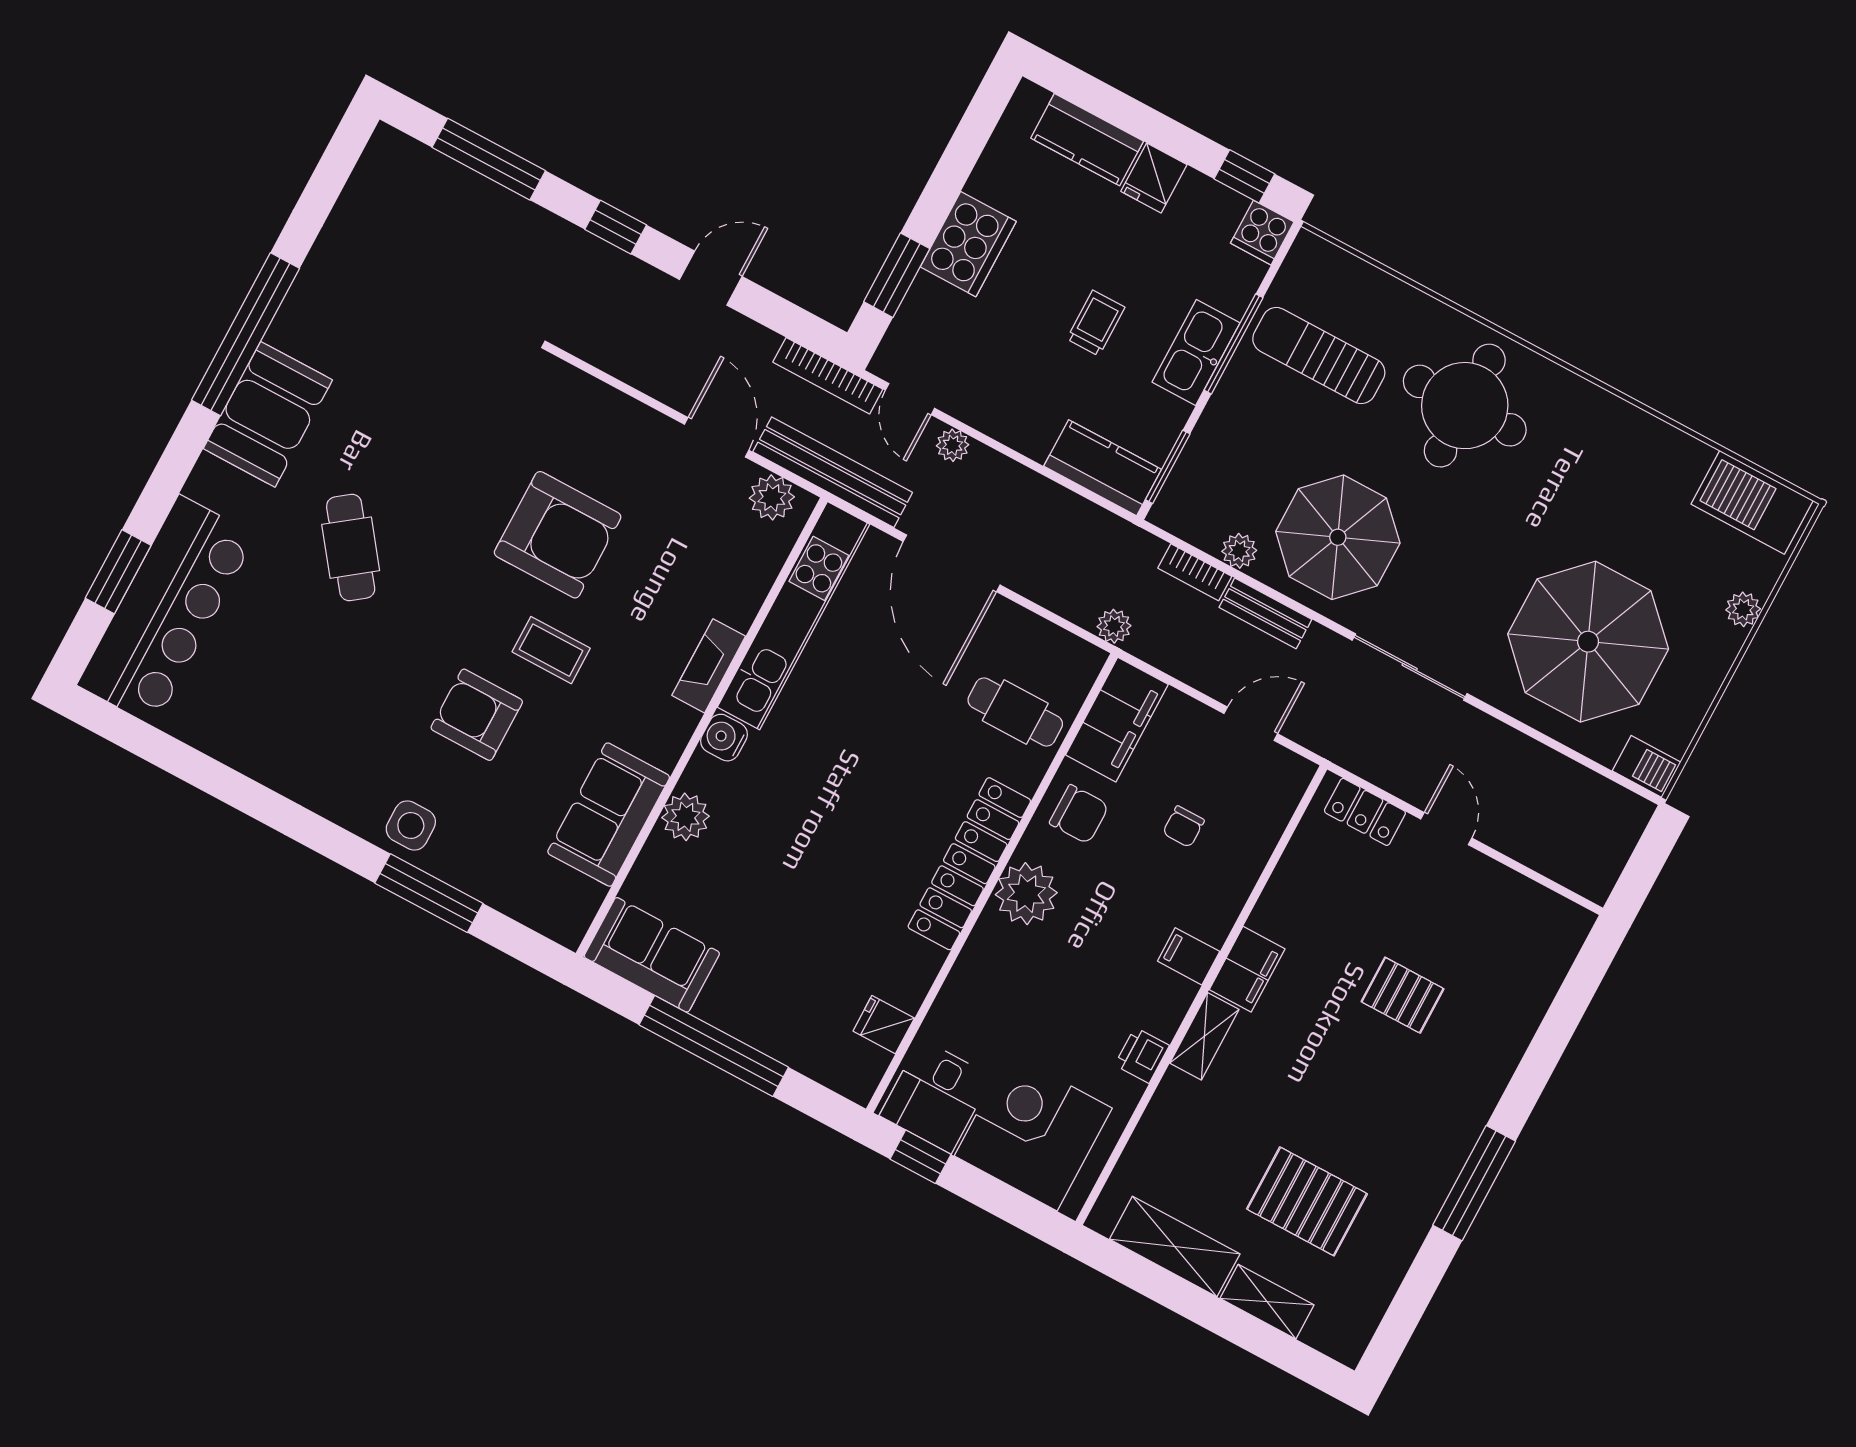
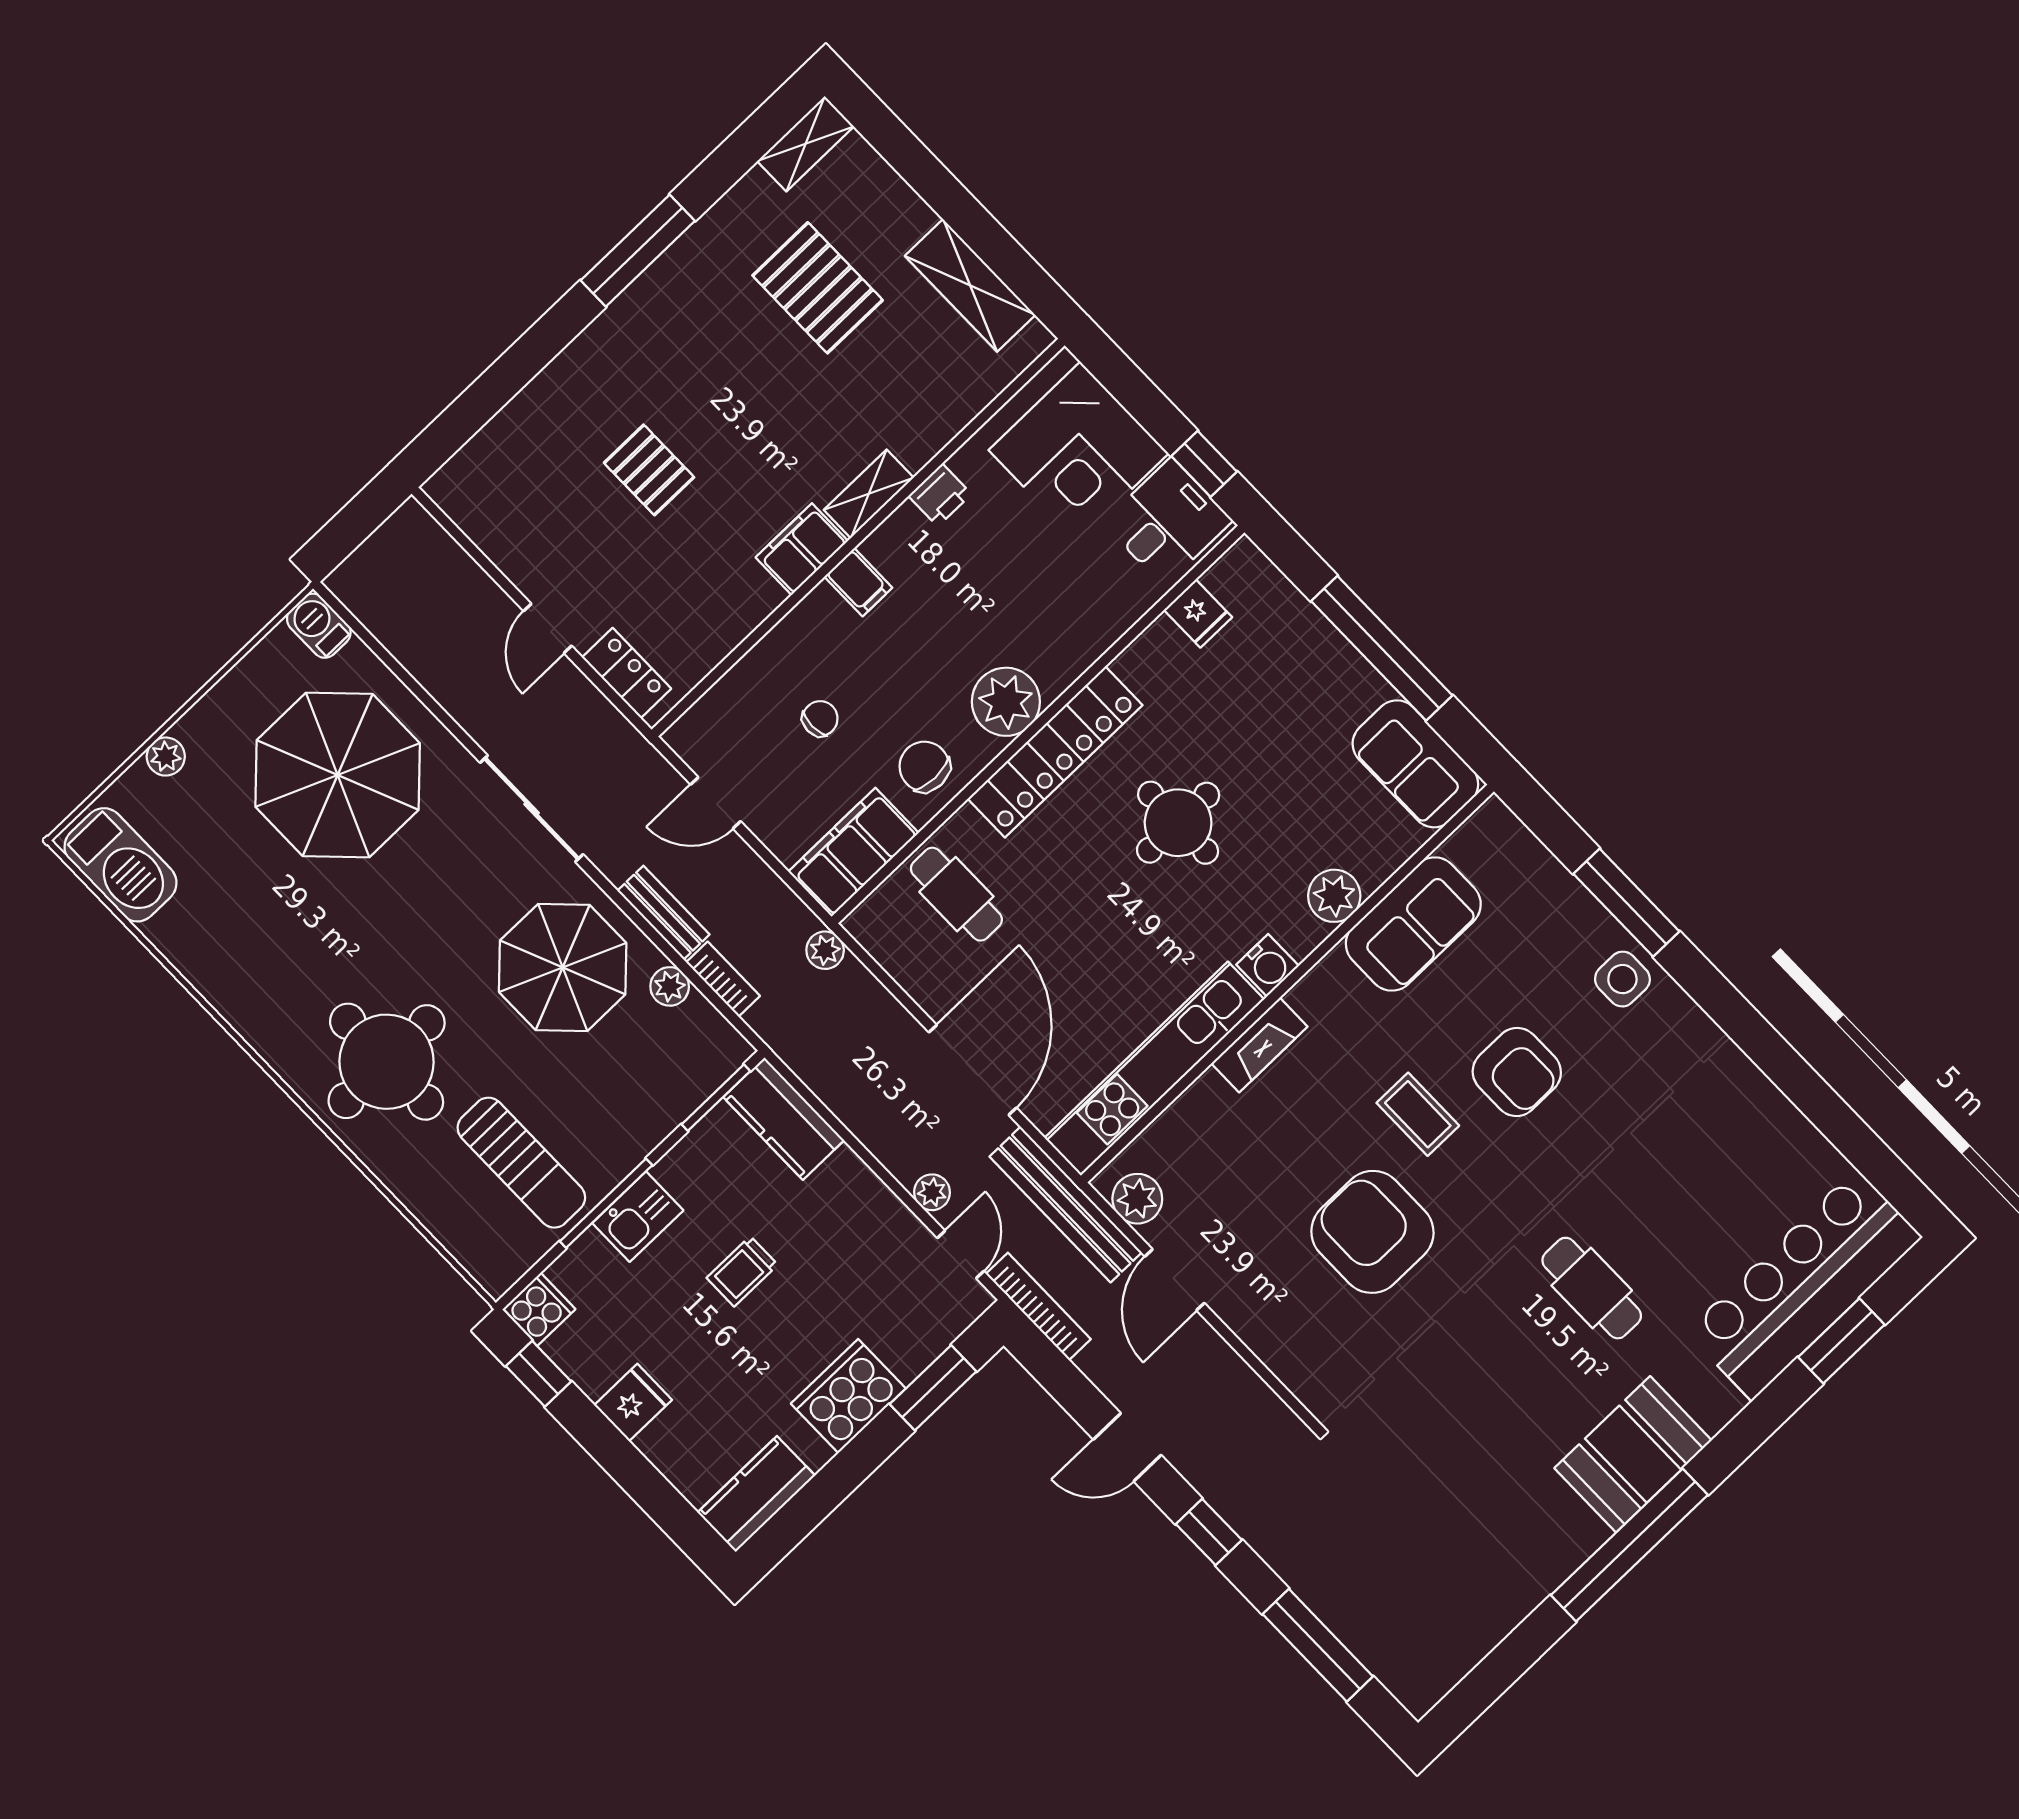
kitchen counter: (1087, 140) -> (756, 1494), moved, turned -90
kitchen sink: (1196, 353) -> (638, 1217), width x0.73
cafe table: (351, 548) -> (1592, 1288), turned -53
round table: (842, 837) -> (1178, 823), added
shelving: (1267, 1302) -> (806, 144), moved, turned 90

